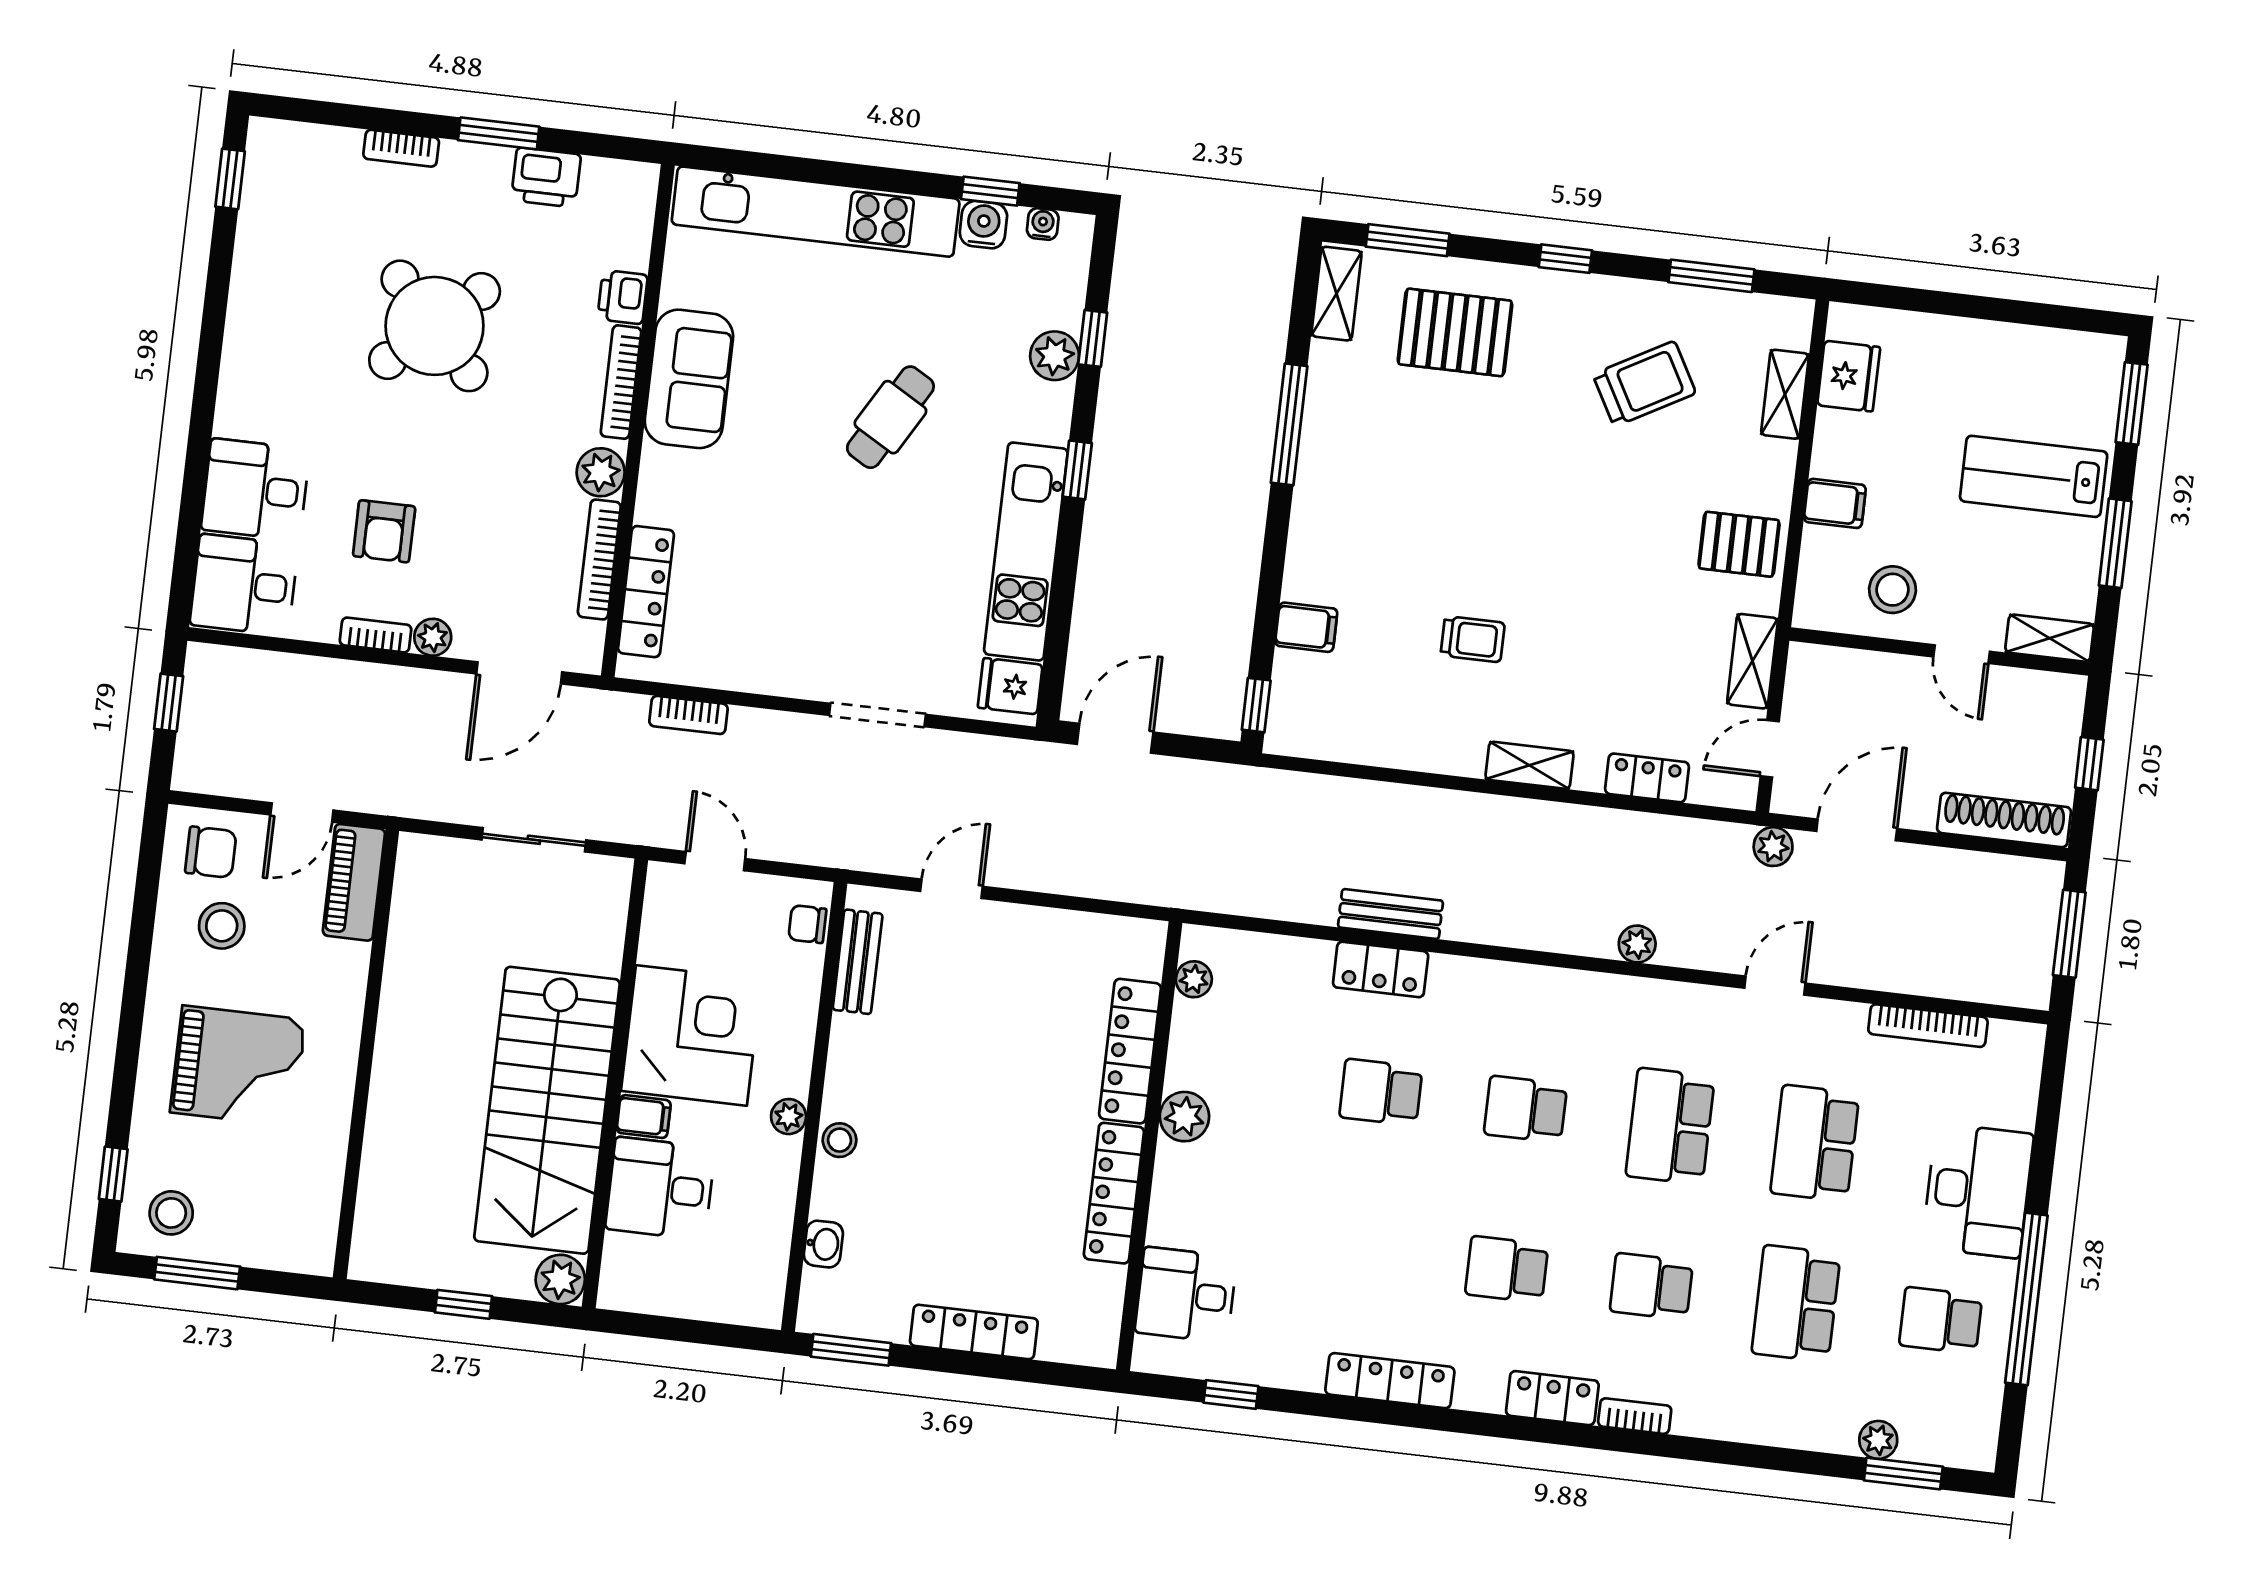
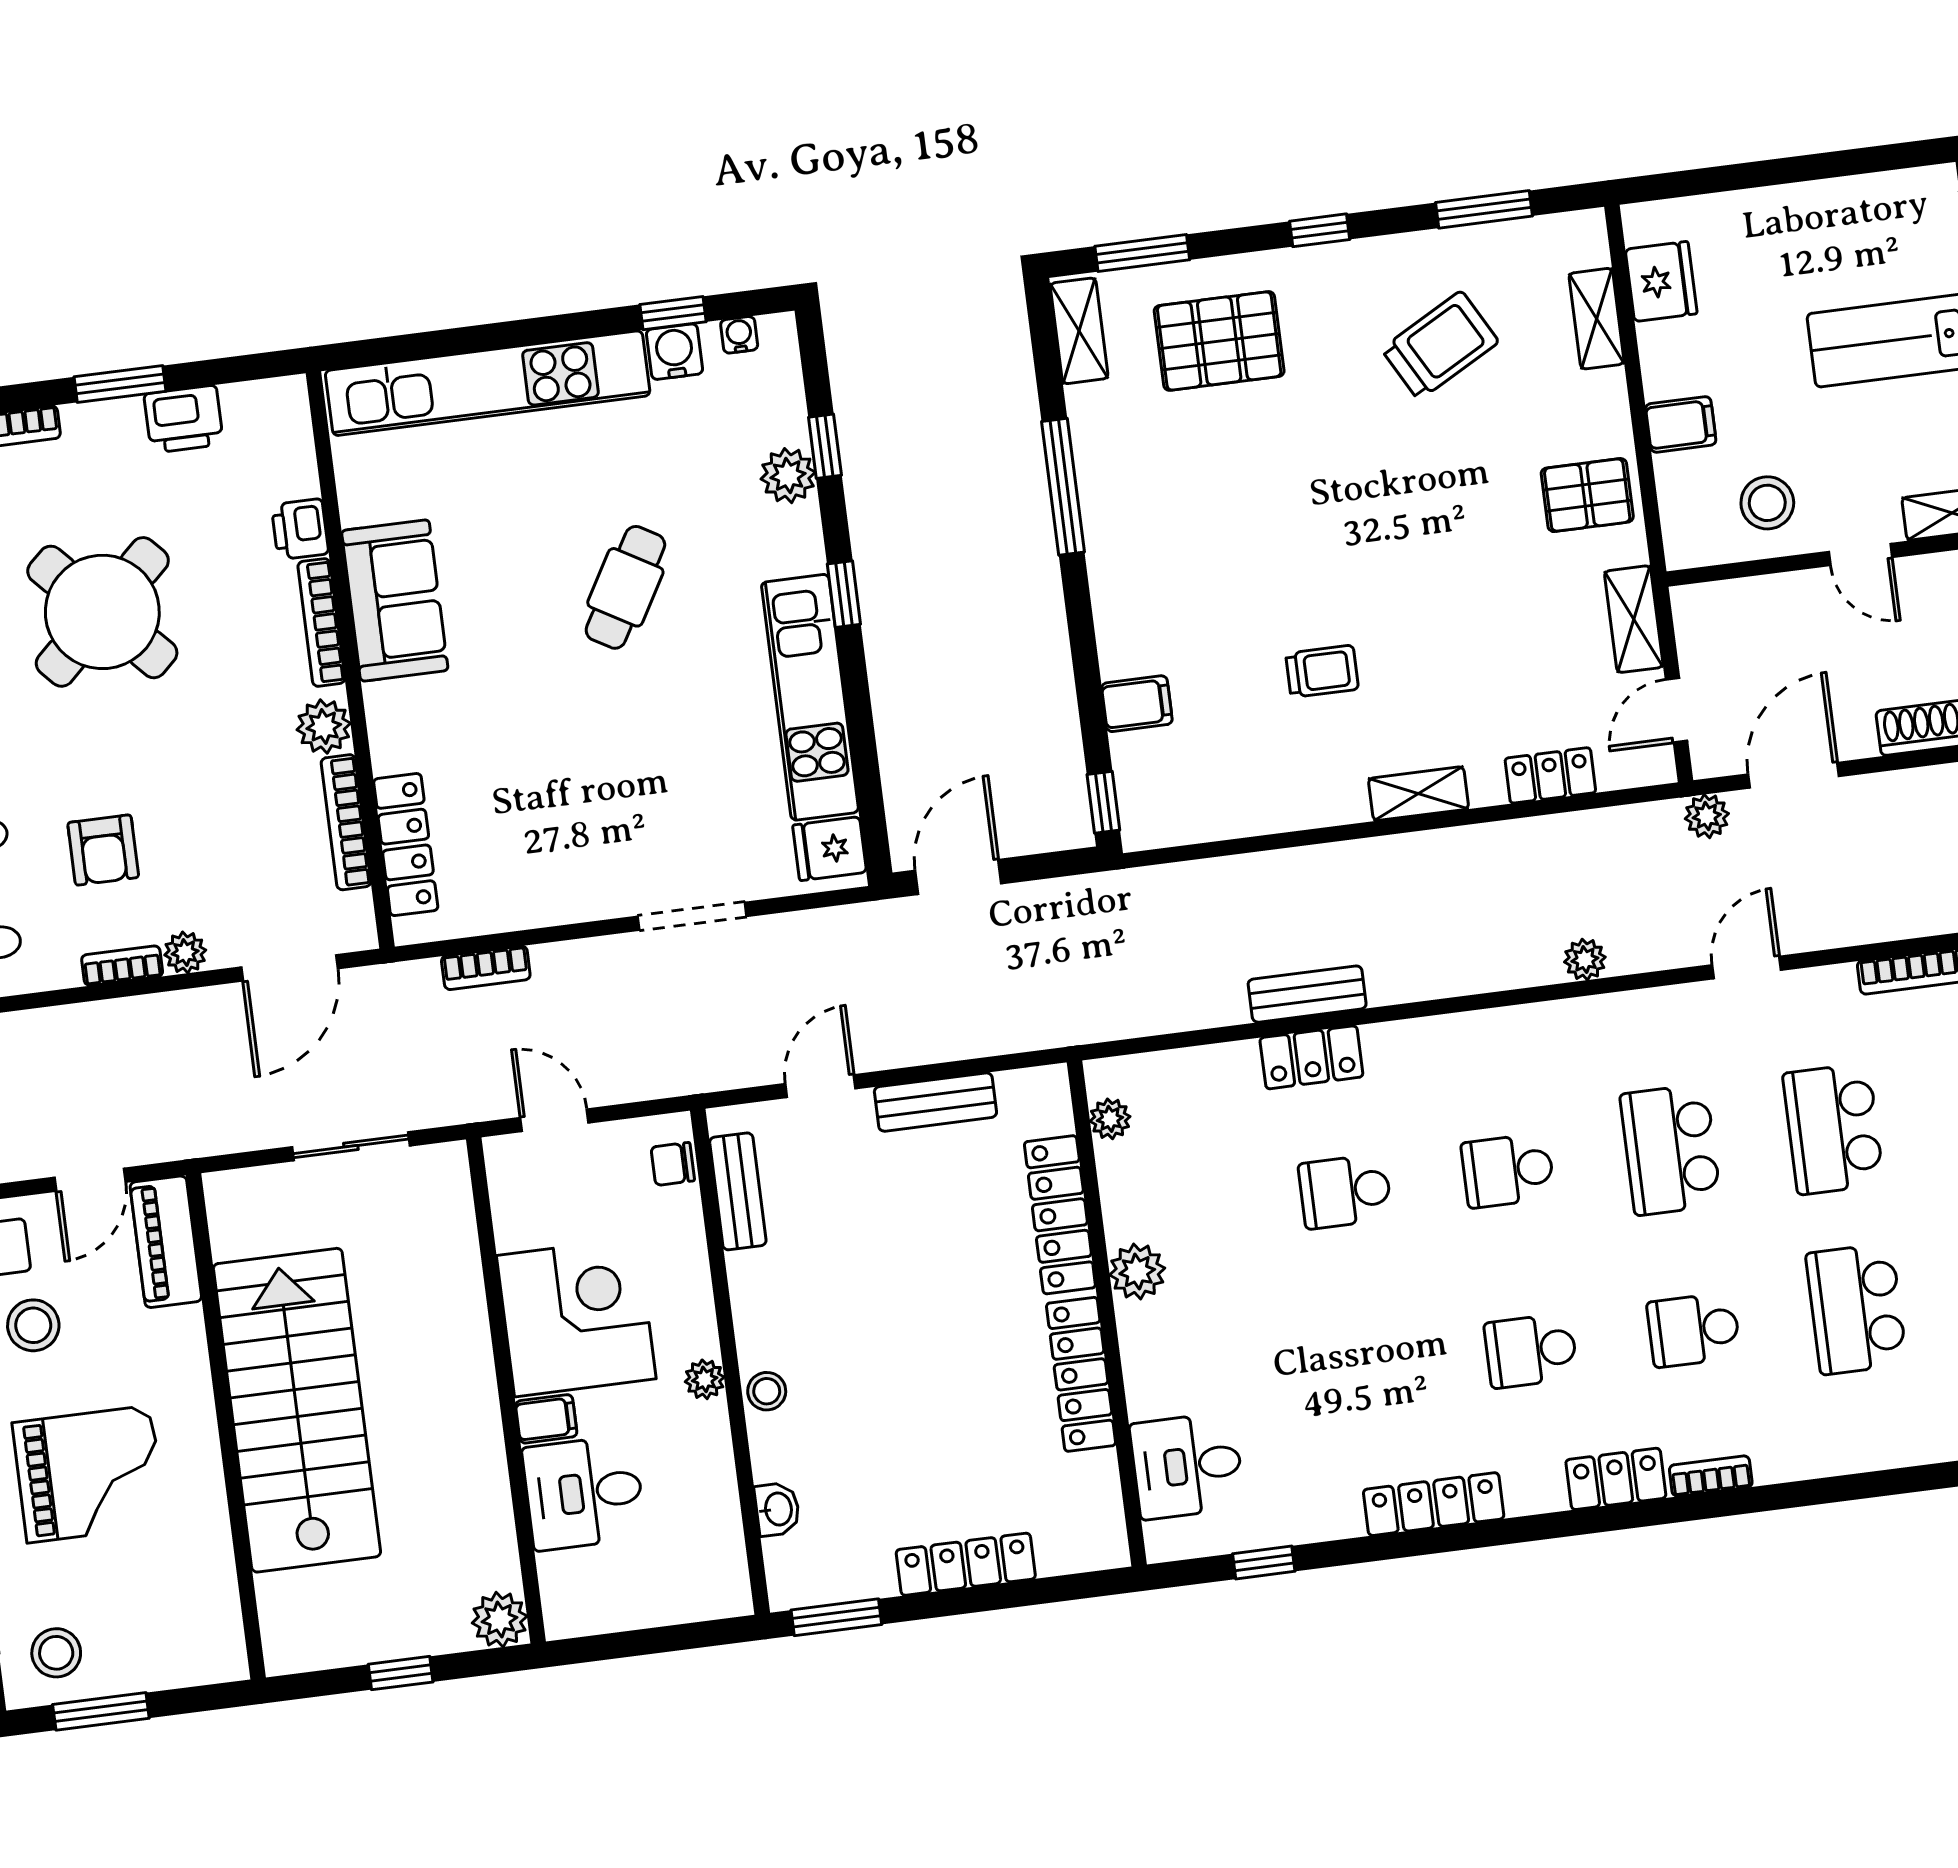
bench: (1047, 927) -> (935, 1102), added
stairs: (547, 1110) -> (297, 1410), moved, turned 180

